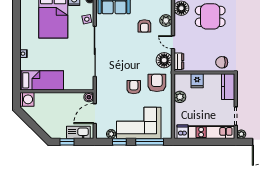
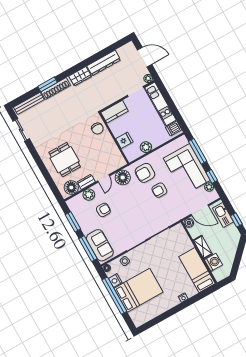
dresser: (179, 61) -> (86, 182), moved
shelving: (60, 97) -> (203, 247), added
washing machine: (27, 99) -> (213, 262), moved, turned 90

